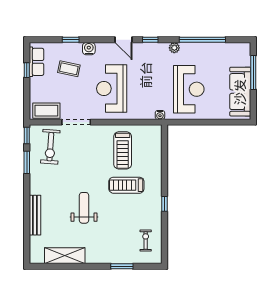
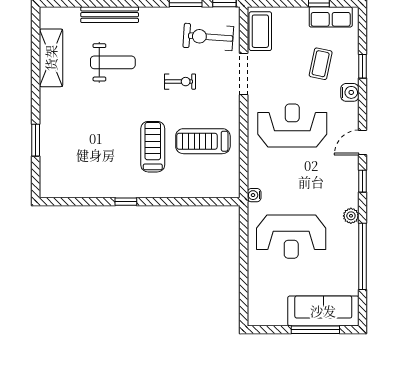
sofa: (240, 92) -> (323, 311), moved
weight bench: (84, 208) -> (113, 62), moved
exercise bike: (146, 241) -> (180, 82), moved

